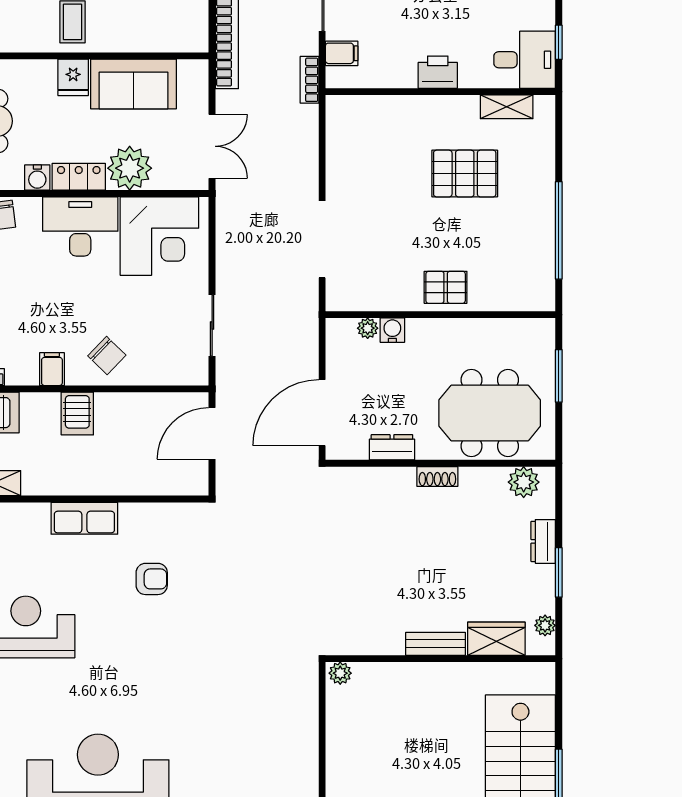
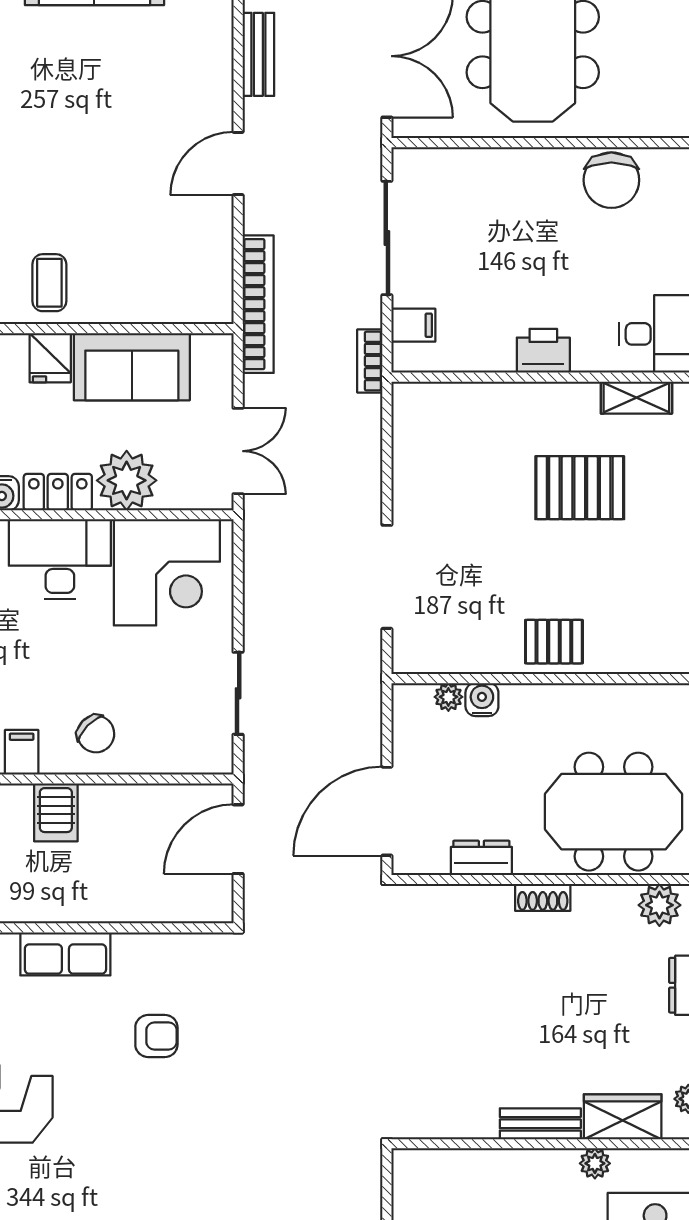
plant: (340, 673) -> (595, 1163), moved

